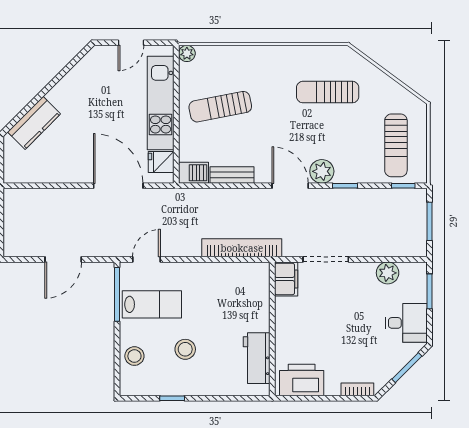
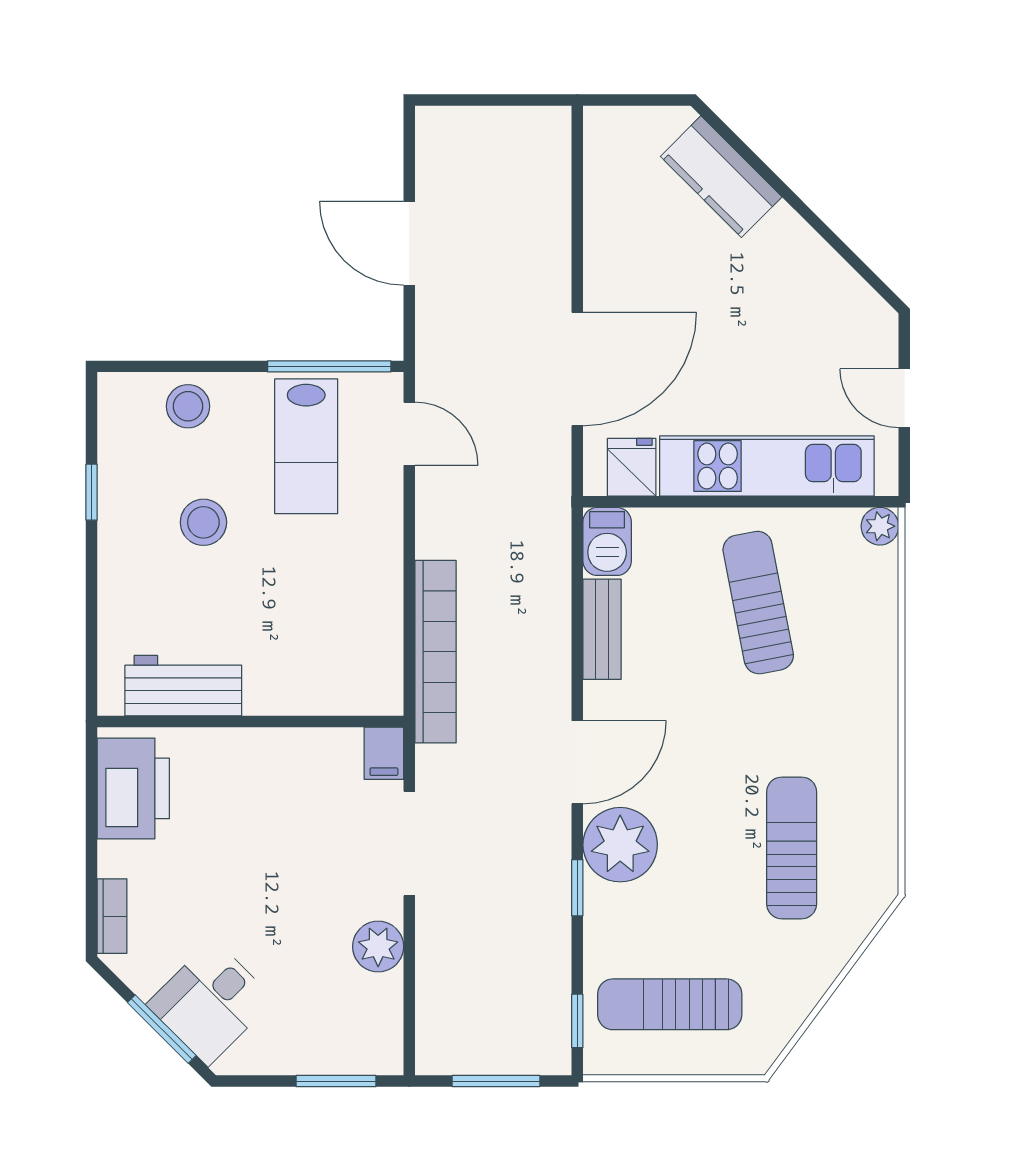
plant: (322, 171) -> (620, 845), width x1.36, depth x1.36
plant: (388, 273) -> (378, 947), moved
filing cabinet: (286, 279) -> (384, 753), width x0.50
desk: (406, 323) -> (211, 1002), moved, turned 45

